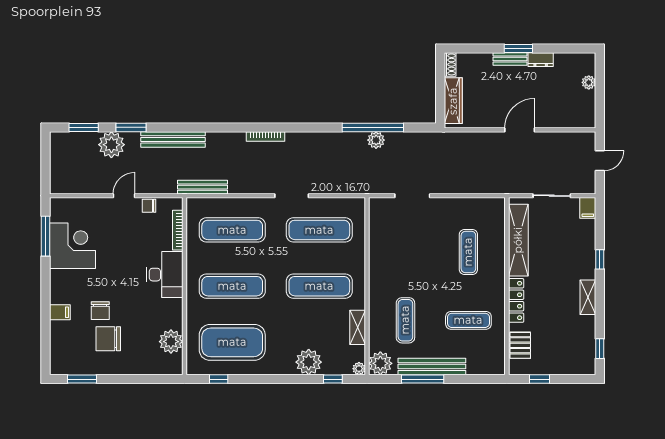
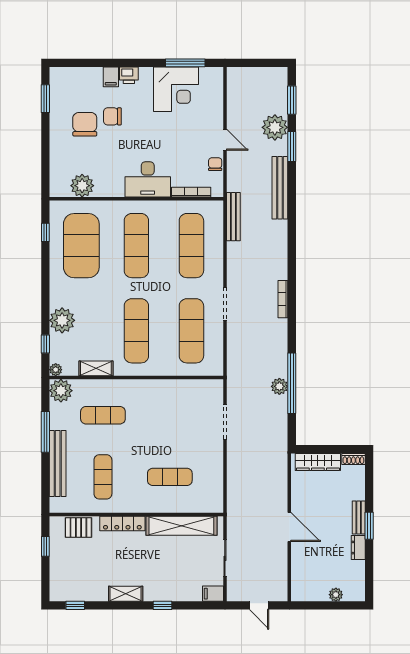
bookcase: (265, 136) -> (283, 299), moved
printer: (58, 294) -> (129, 75), added
bench: (432, 367) -> (58, 464), moved

